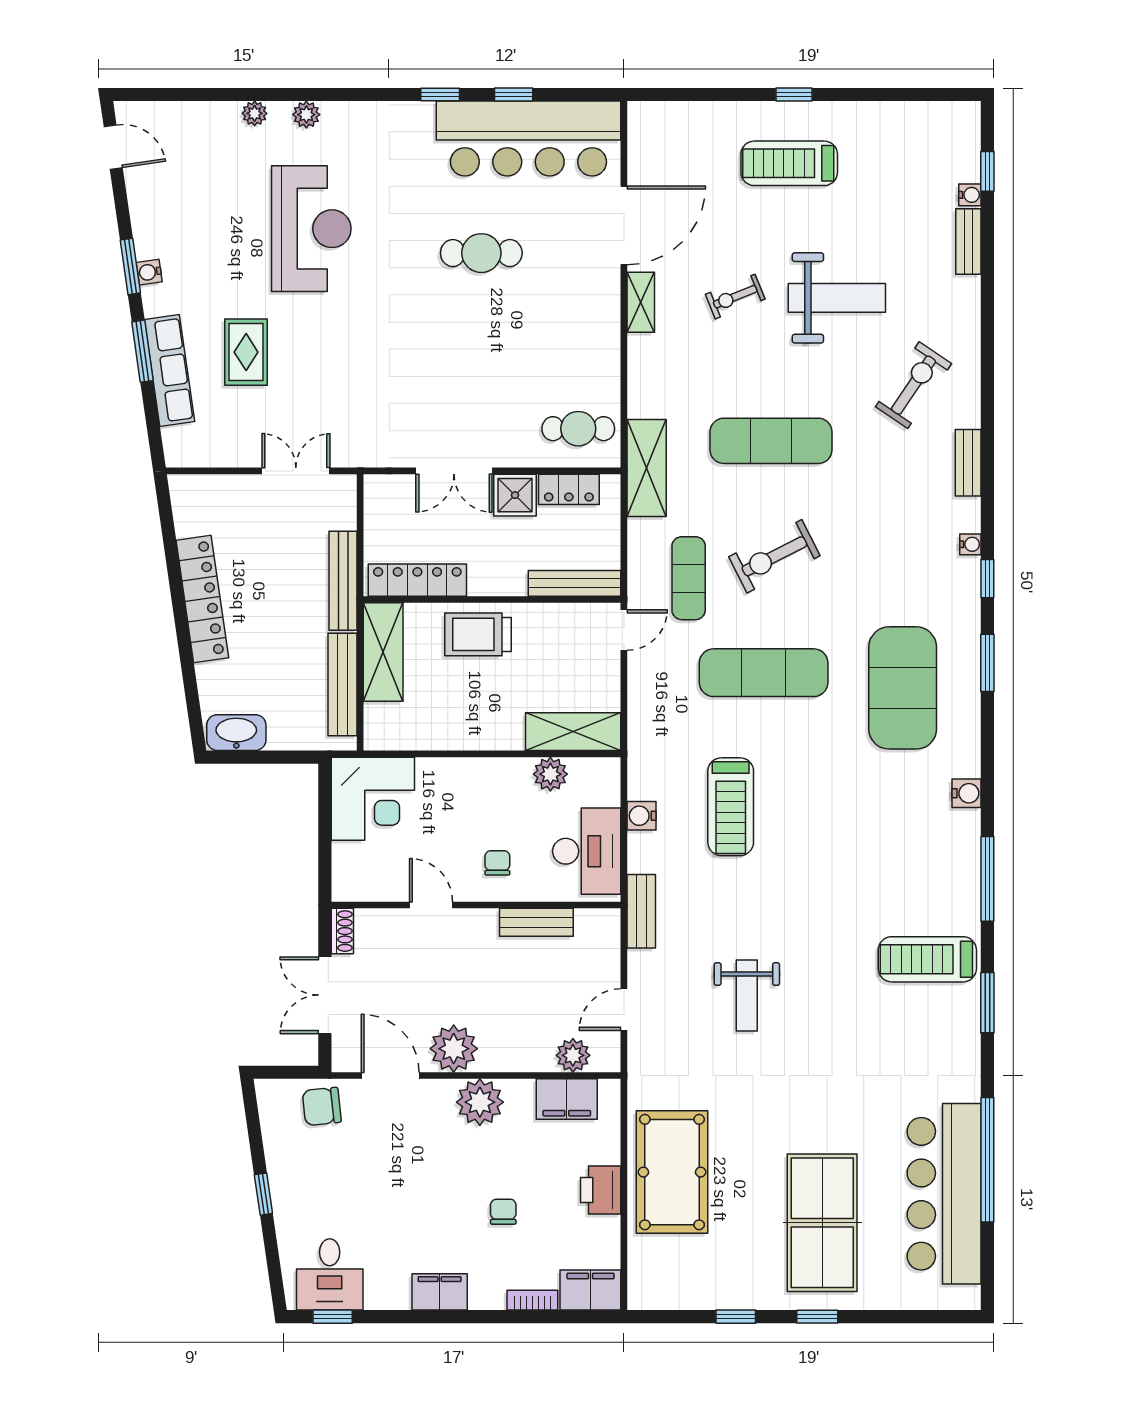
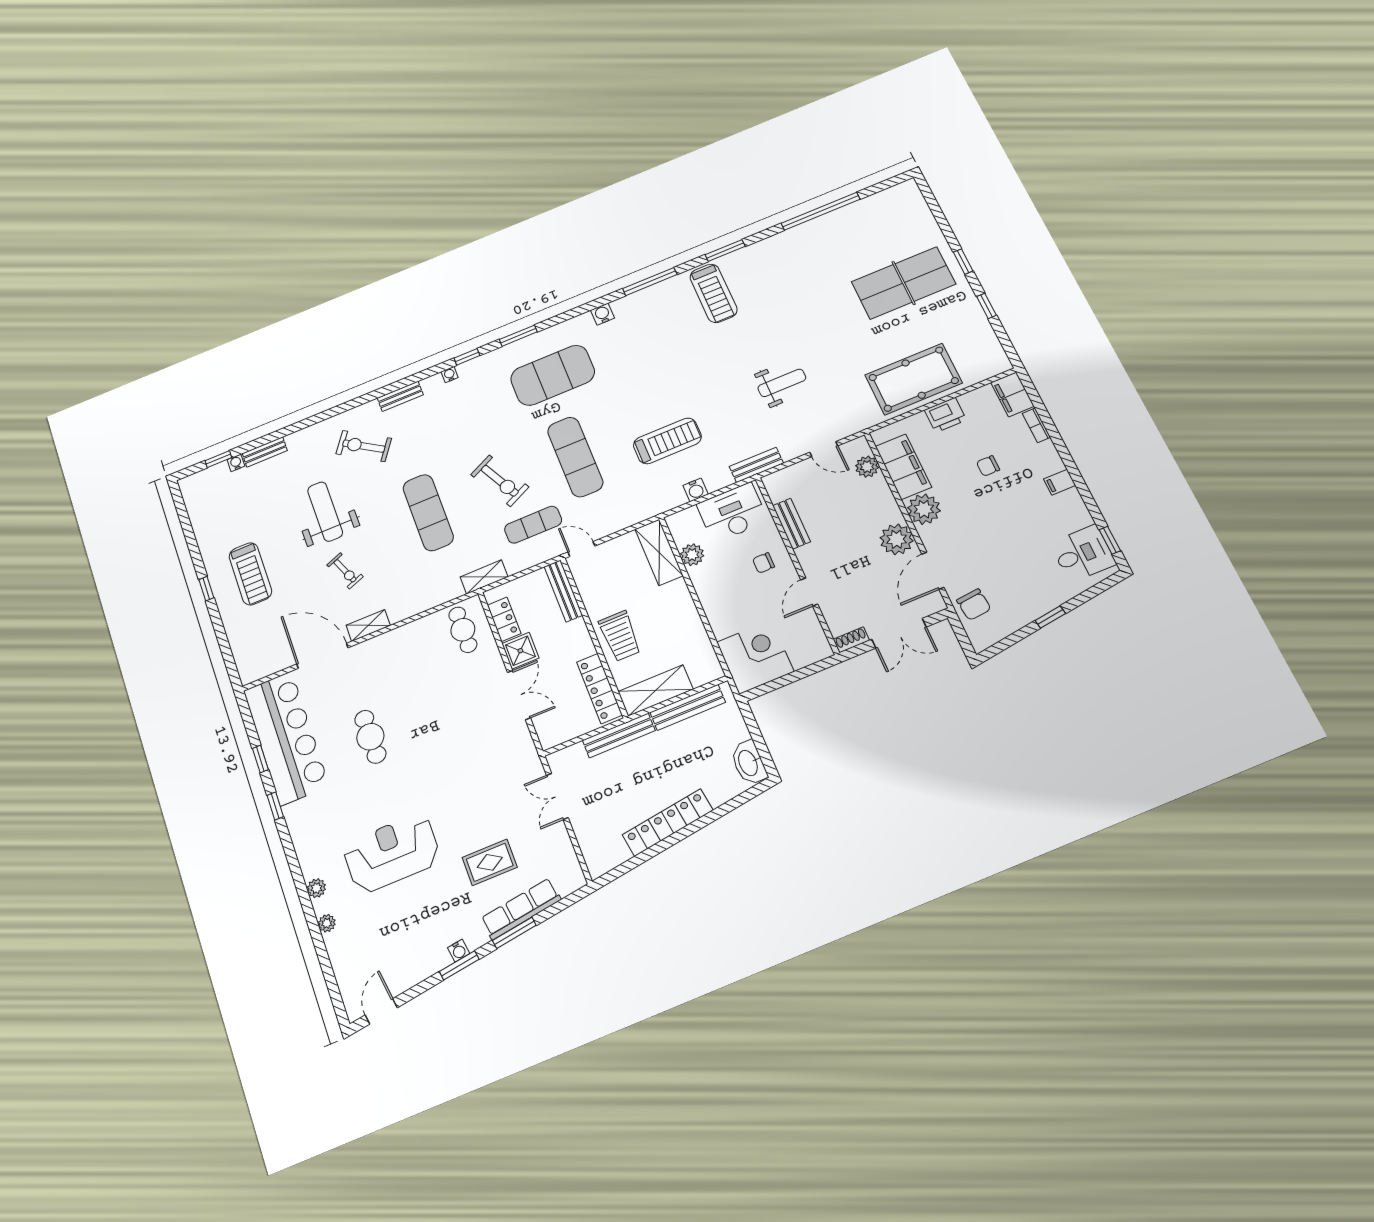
shelving: (647, 468) -> (484, 577), width x0.67, depth x0.75
filing cabinet: (567, 1099) -> (903, 467), width x1.50, depth x1.17
bar counter: (944, 1194) -> (853, 225), removed
filing cabinet: (440, 1292) -> (1060, 482), width x0.50

